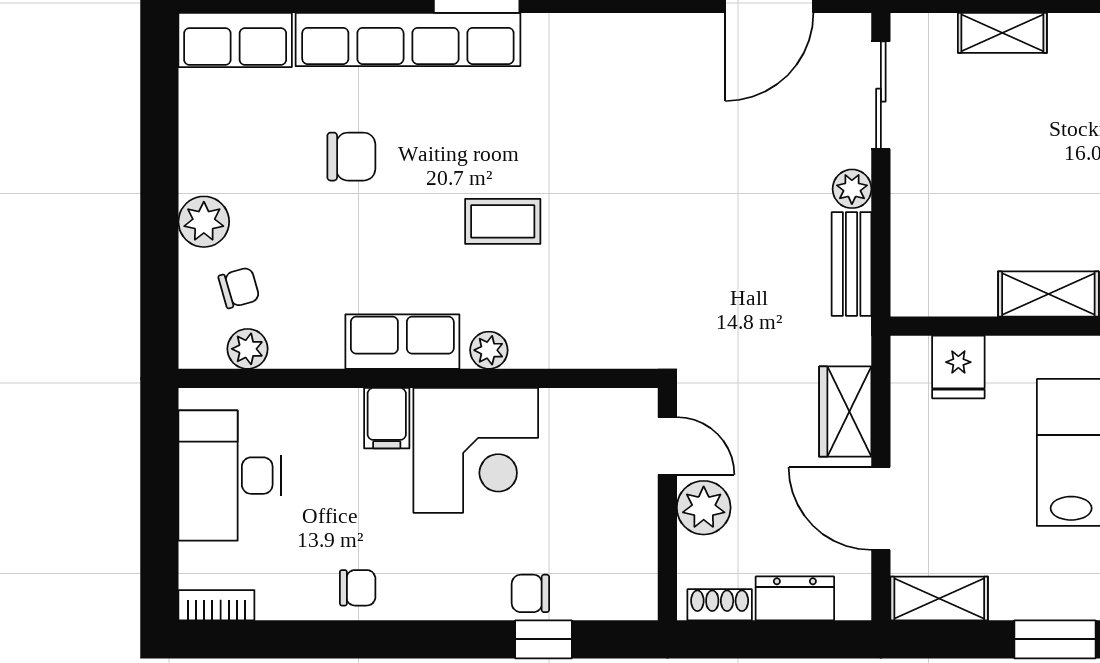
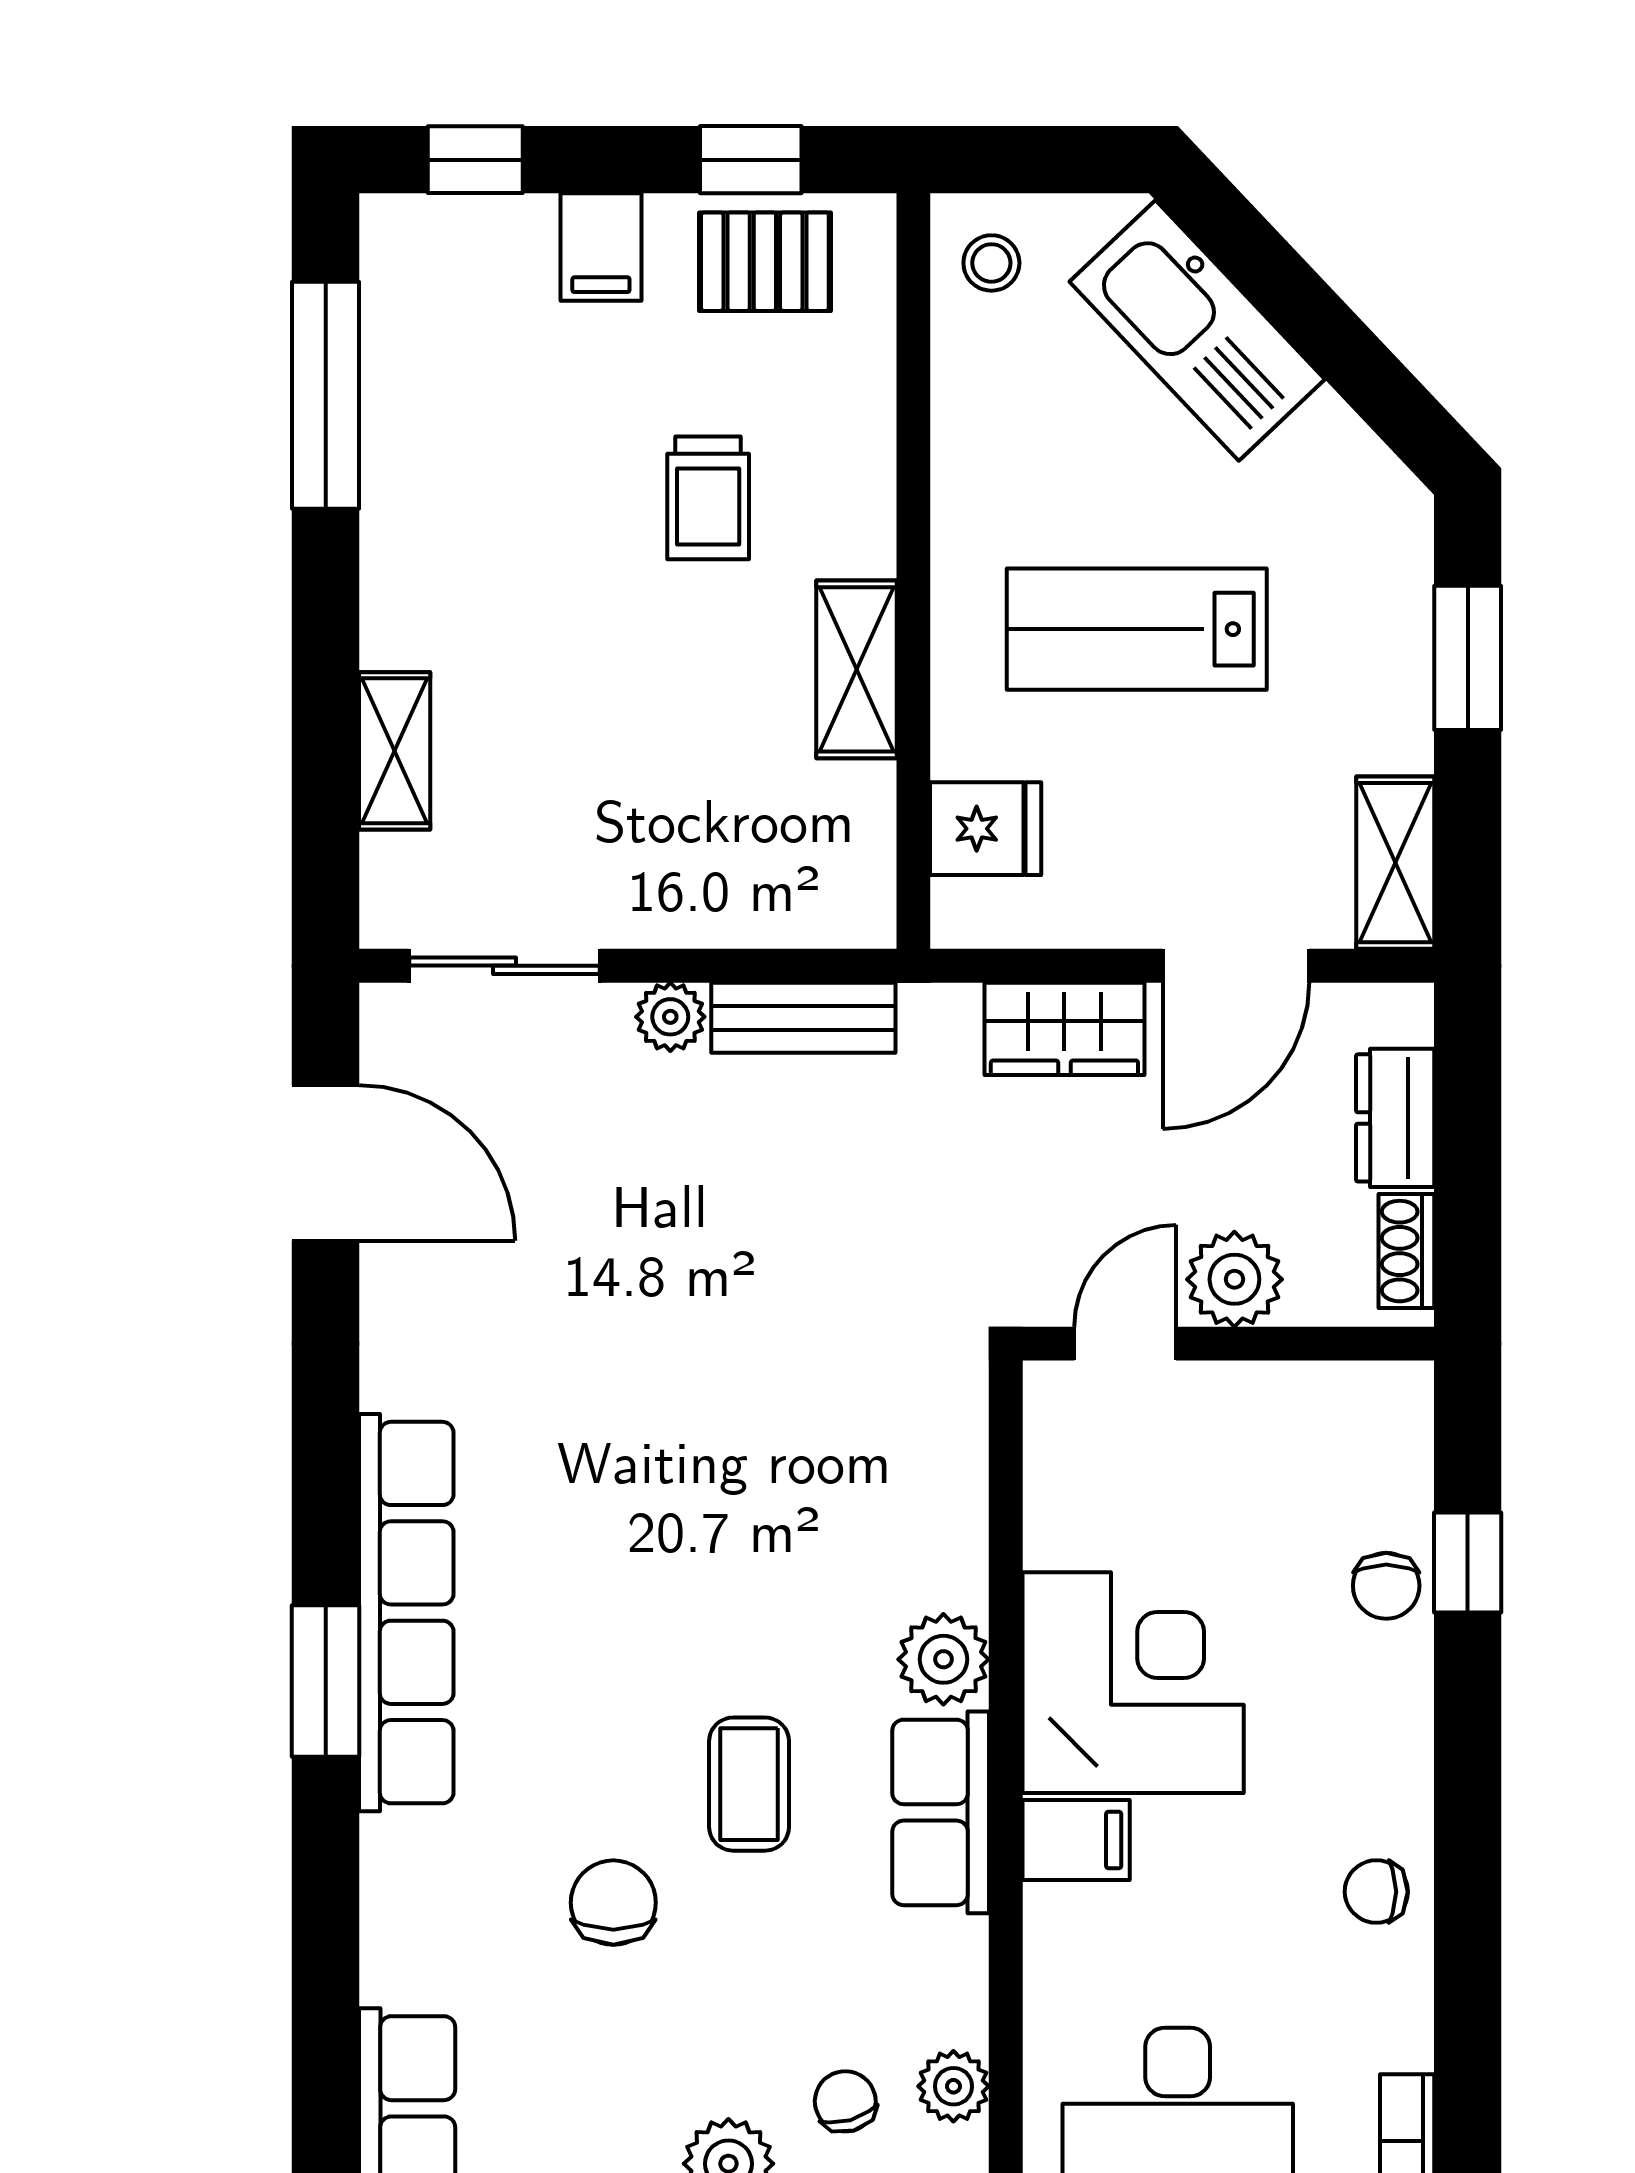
row of seats: (408, 40) -> (406, 1613), moved
coffee table: (503, 221) -> (749, 1784), moved
plant: (489, 350) -> (943, 1659), width x1.38, depth x1.38
chair: (358, 588) -> (1376, 1892), turned -90

